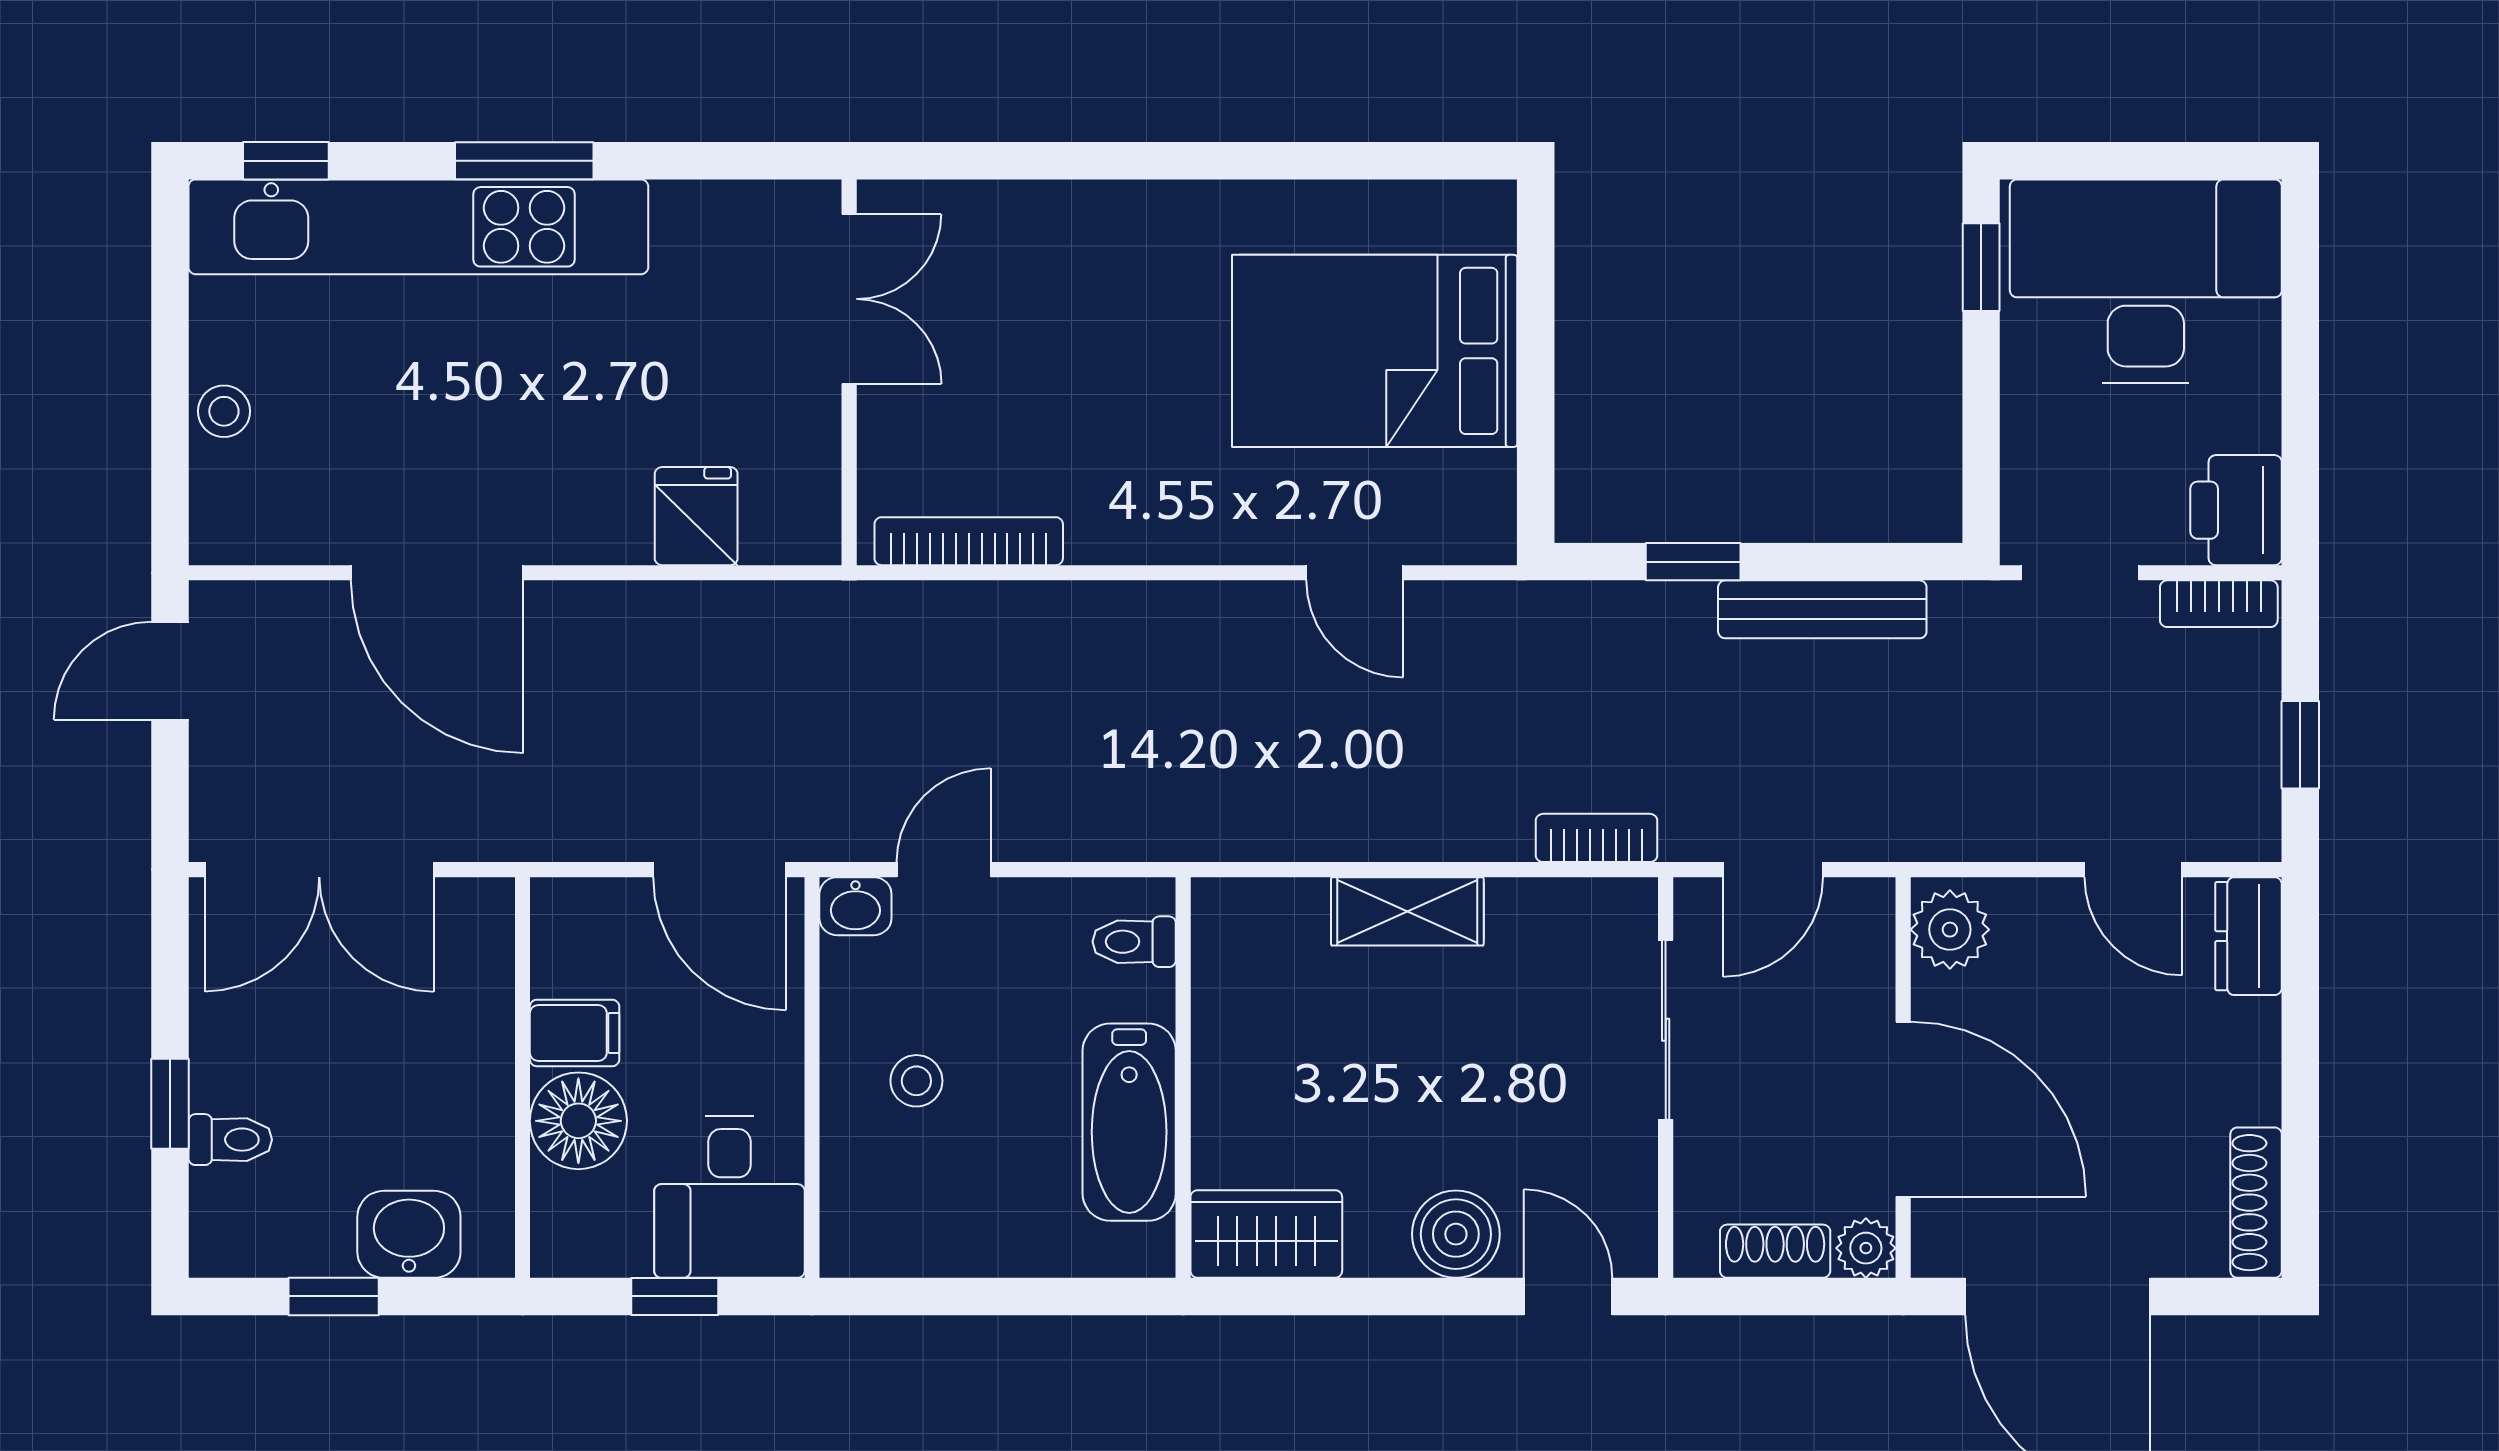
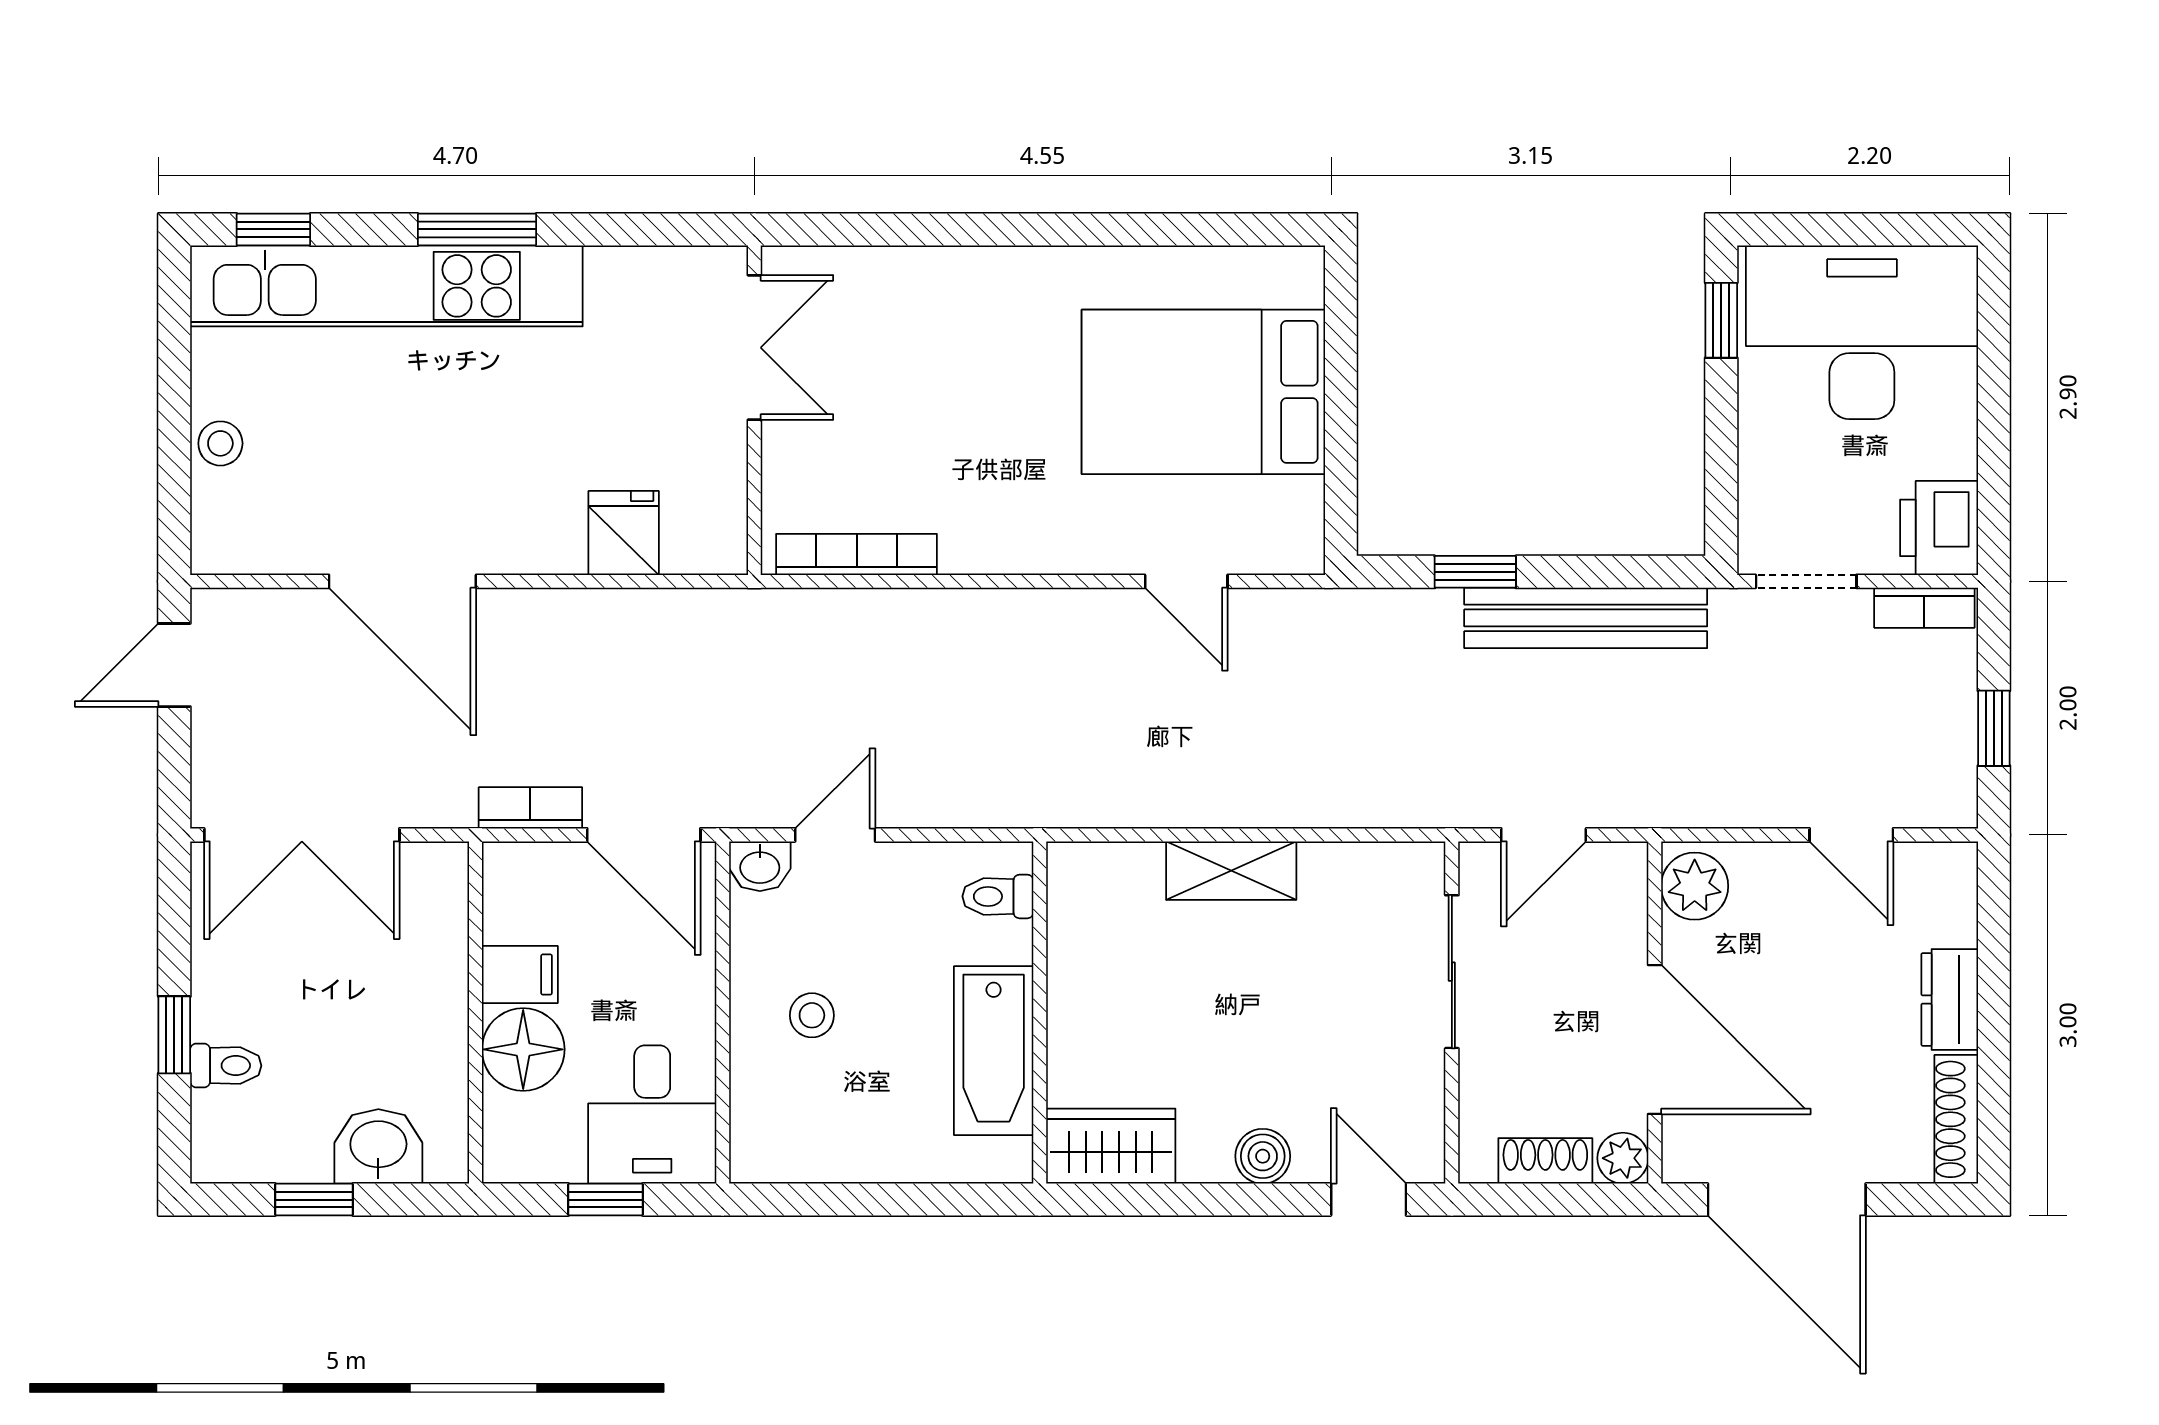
bench: (1822, 609) -> (1586, 618), width x1.37, depth x1.21
bookcase: (1597, 838) -> (530, 808), moved
dresser: (2248, 936) -> (1950, 999), moved
boiler: (1456, 1234) -> (1263, 1156), width x0.73, depth x0.73

